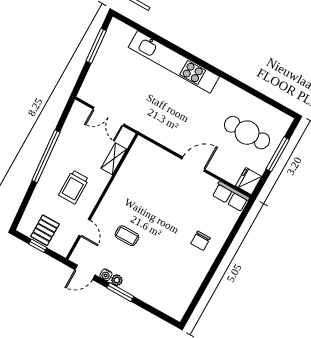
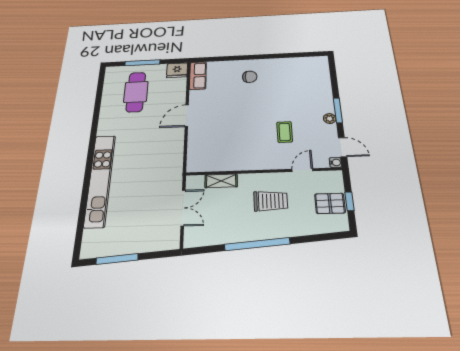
door: (193, 164) -> (187, 116), hinge flipped
water cooler: (106, 275) -> (335, 162), moved

